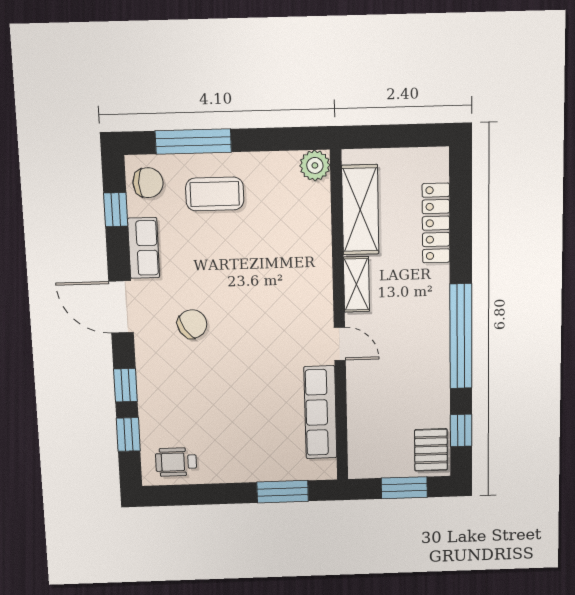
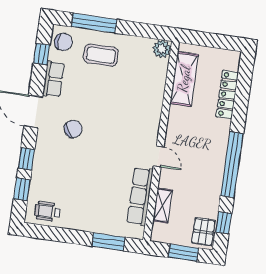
shelving: (356, 284) -> (163, 206), moved

